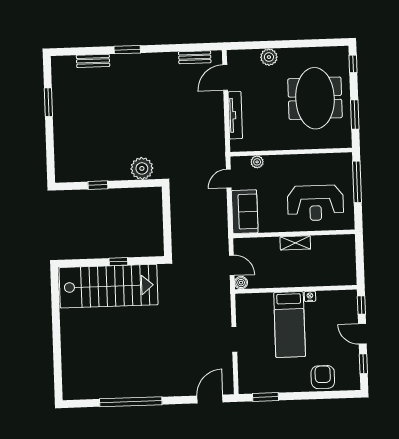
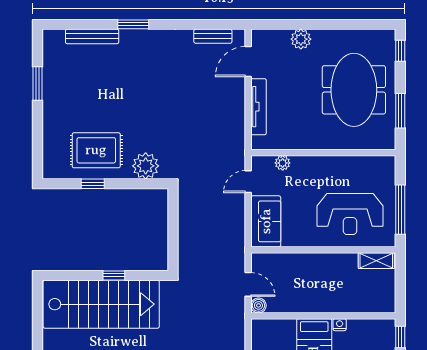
bench: (93, 61) -> (92, 36), width x1.36
rug: (100, 157) -> (96, 150), added
window: (357, 182) -> (400, 210), moved
shelving: (295, 243) -> (376, 261), moved

